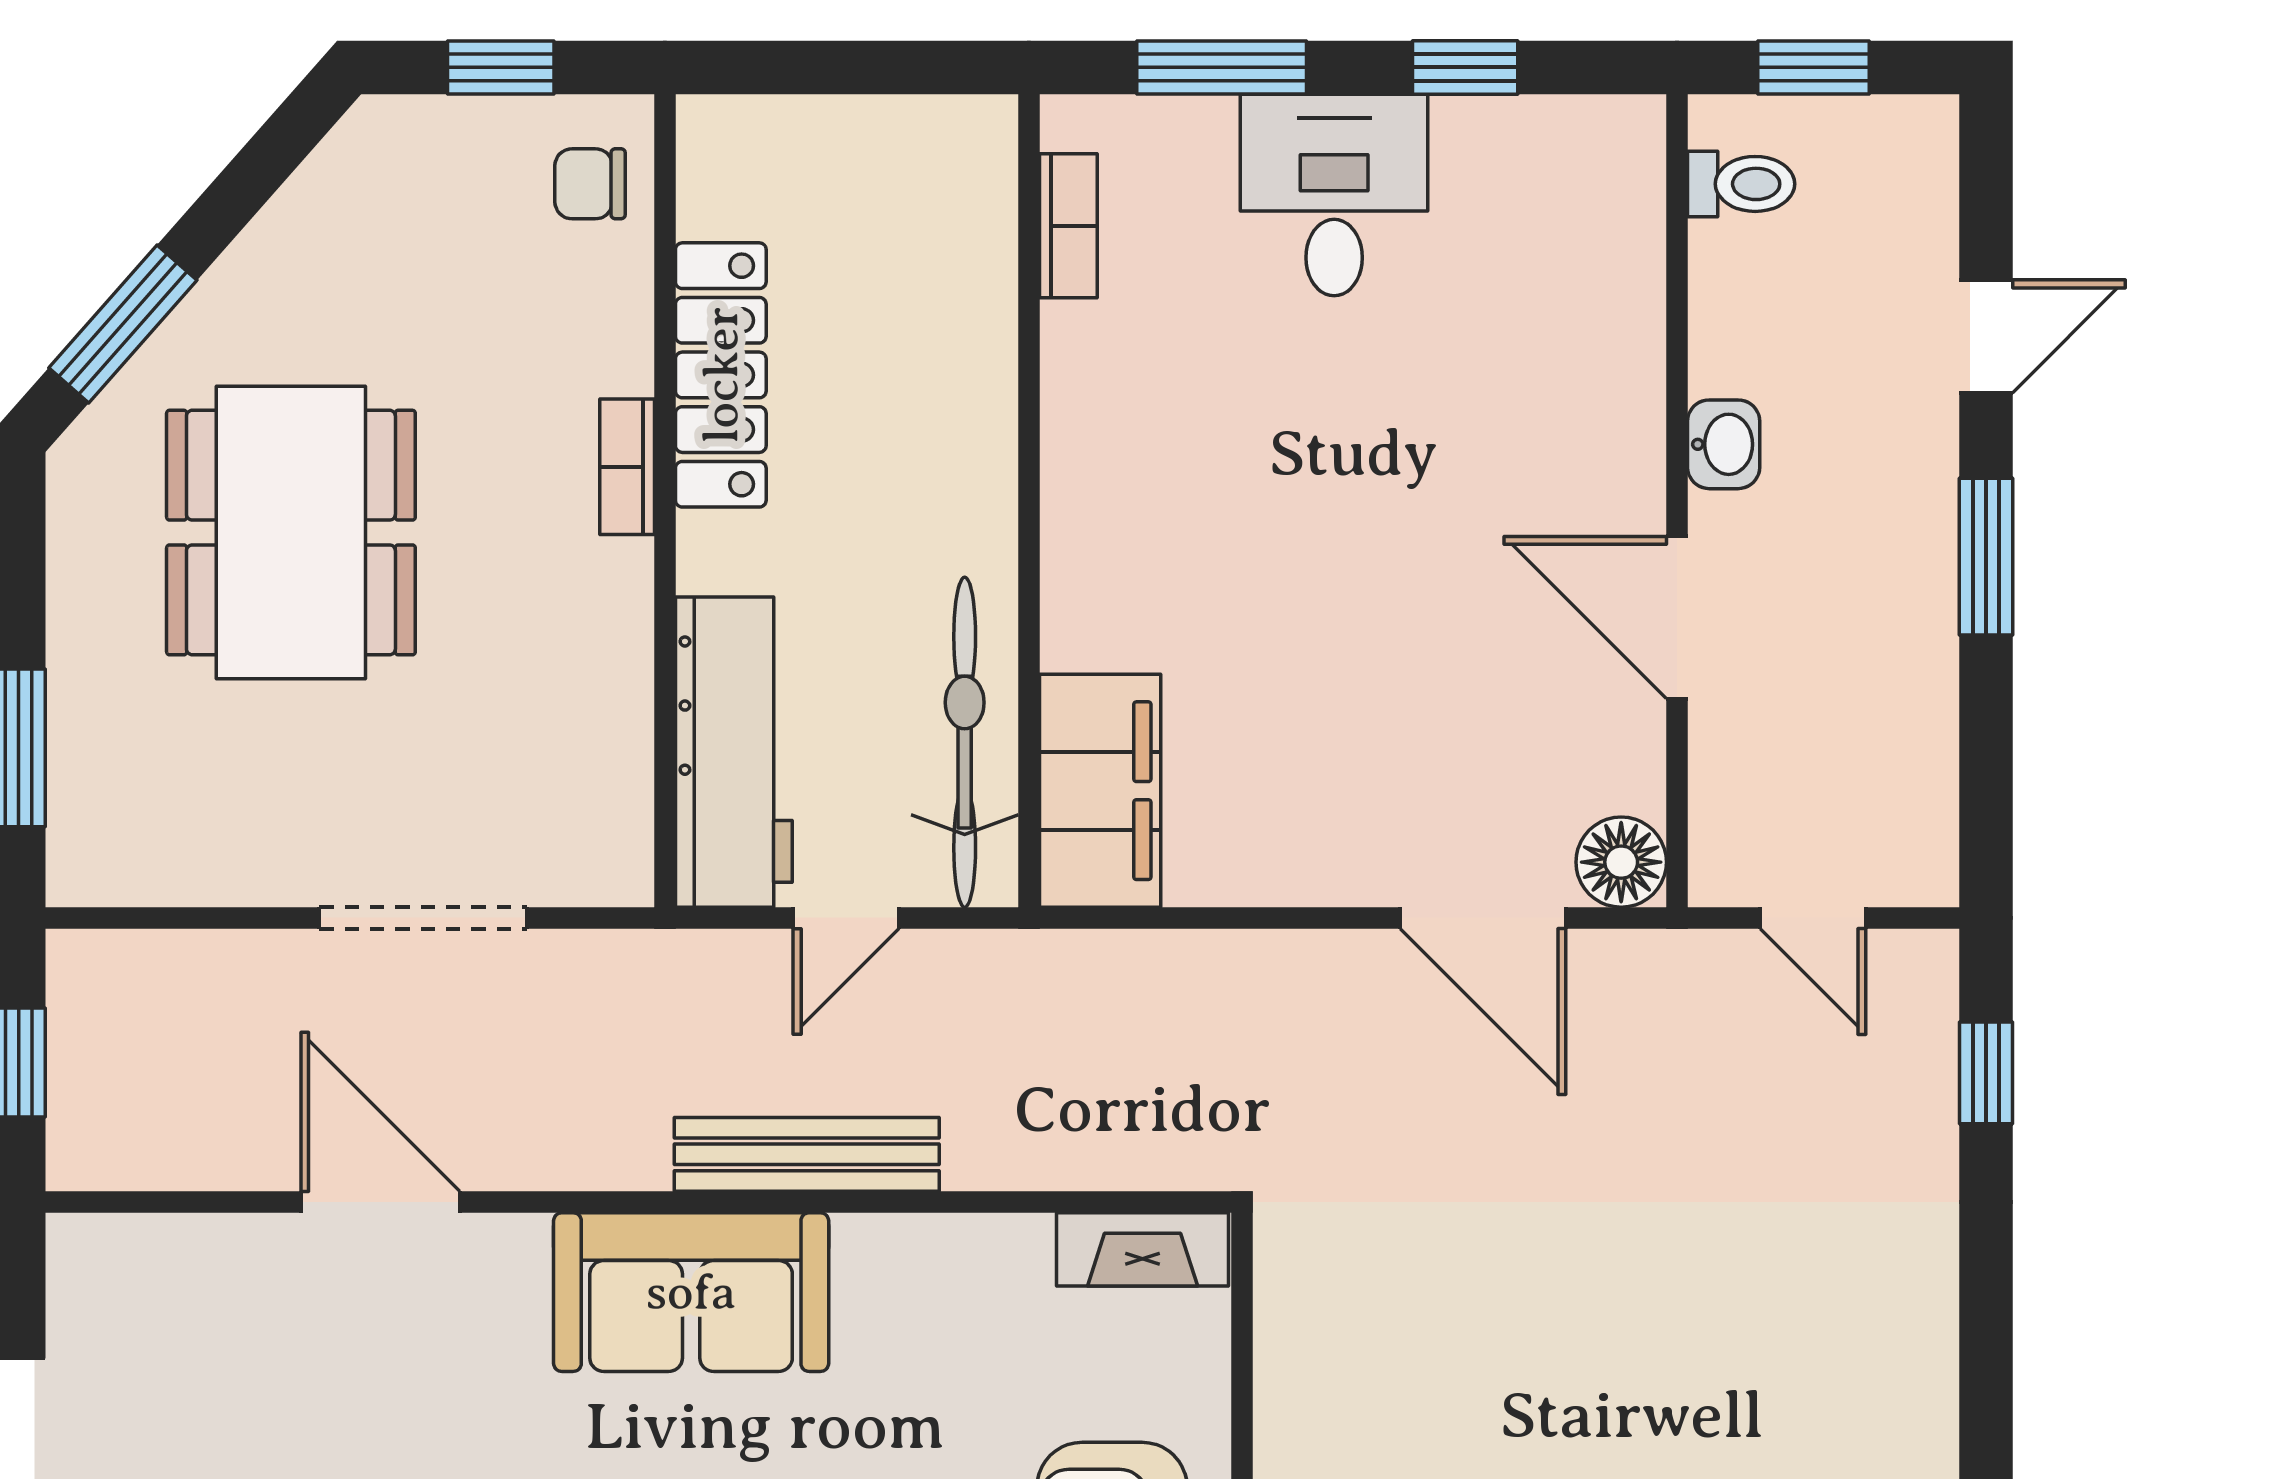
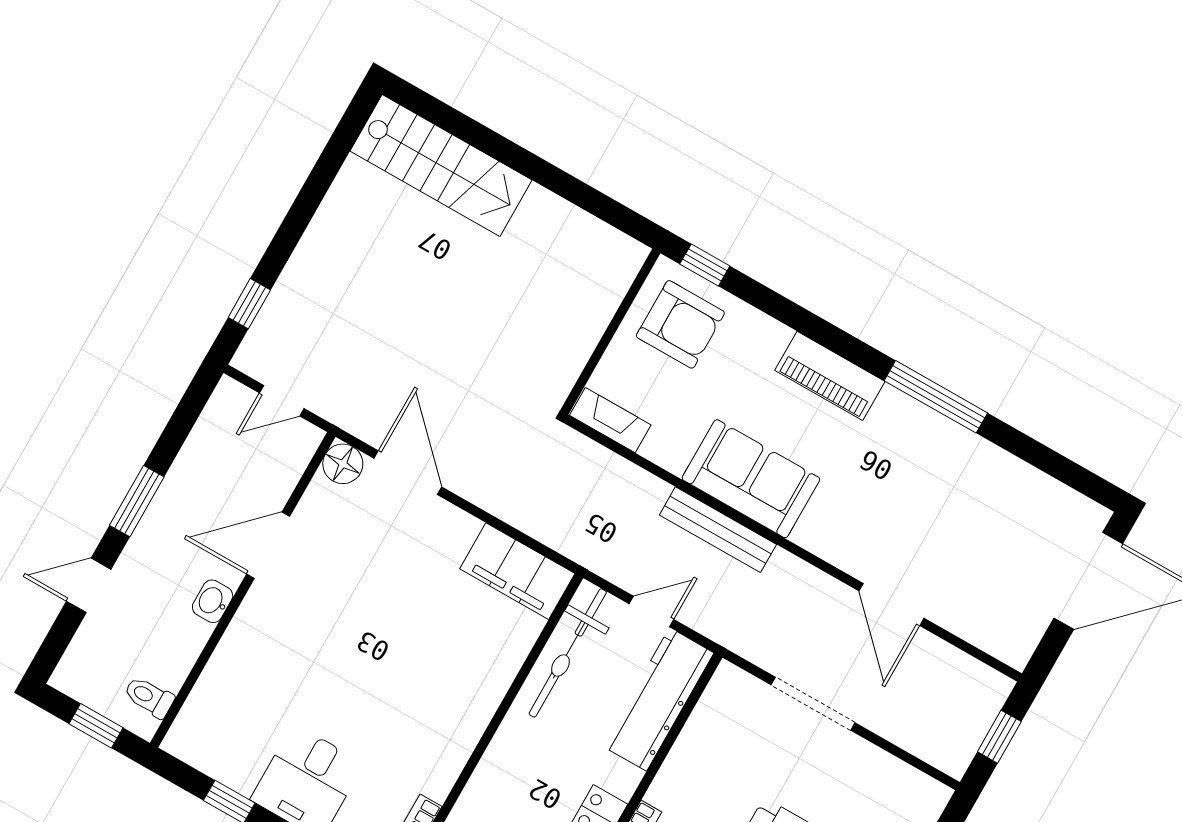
door: (1677, 617) -> (268, 545), swing flipped
filing cabinet: (1100, 791) -> (517, 571), moved, turned -90
door: (1813, 918) -> (282, 401), swing flipped
sofa: (691, 1292) -> (751, 479), moved

